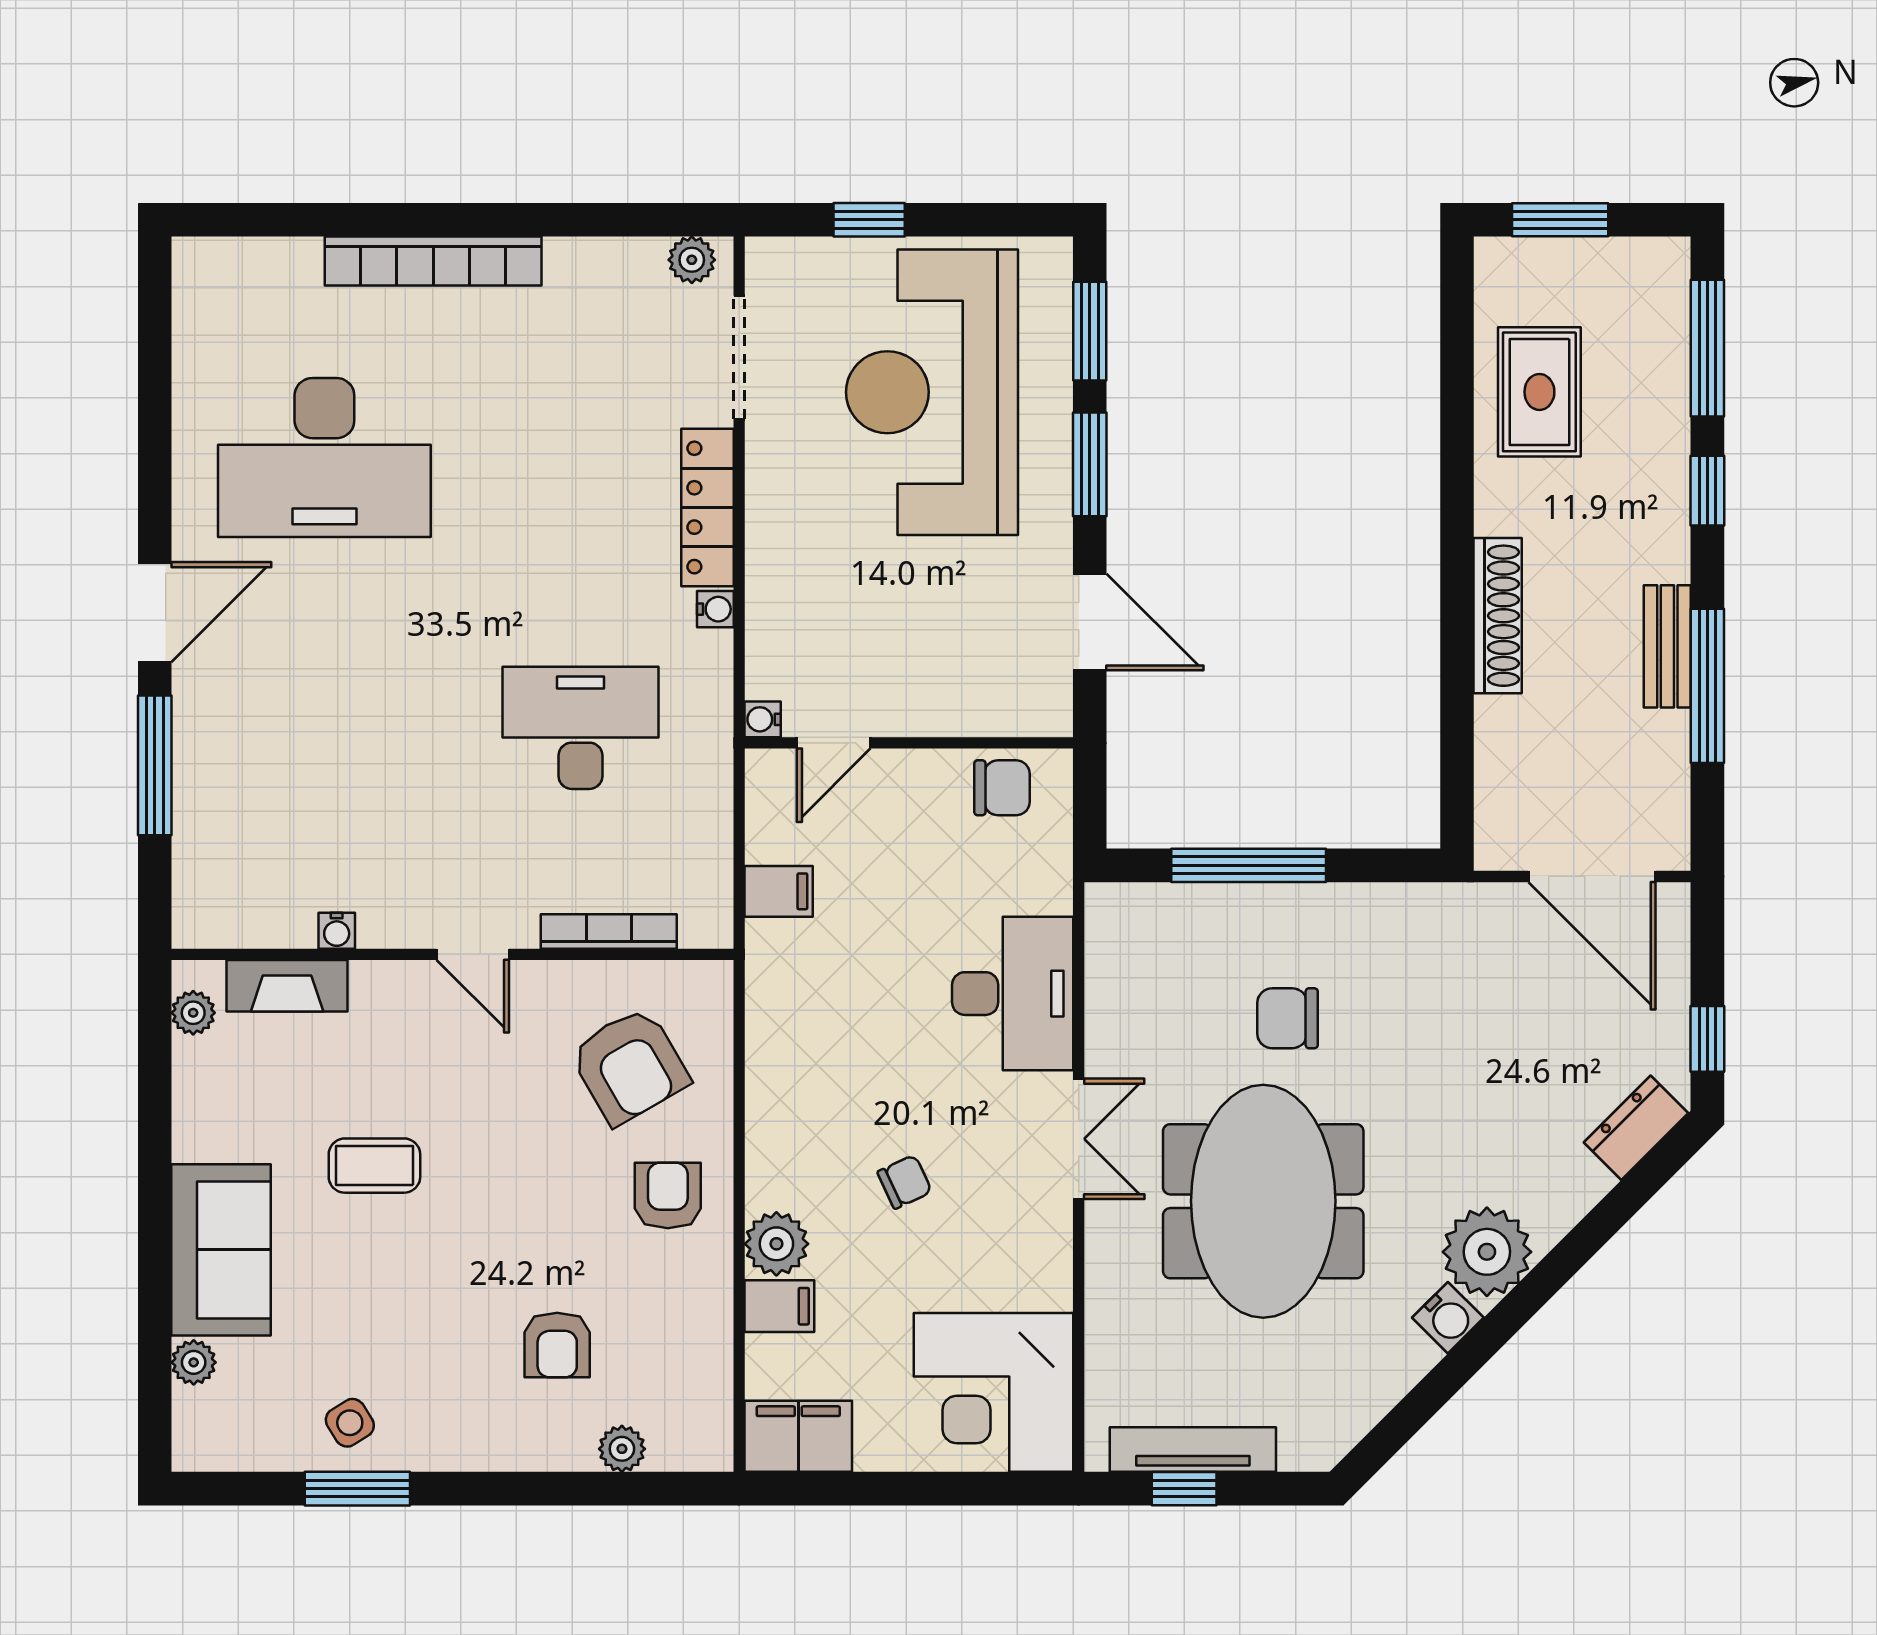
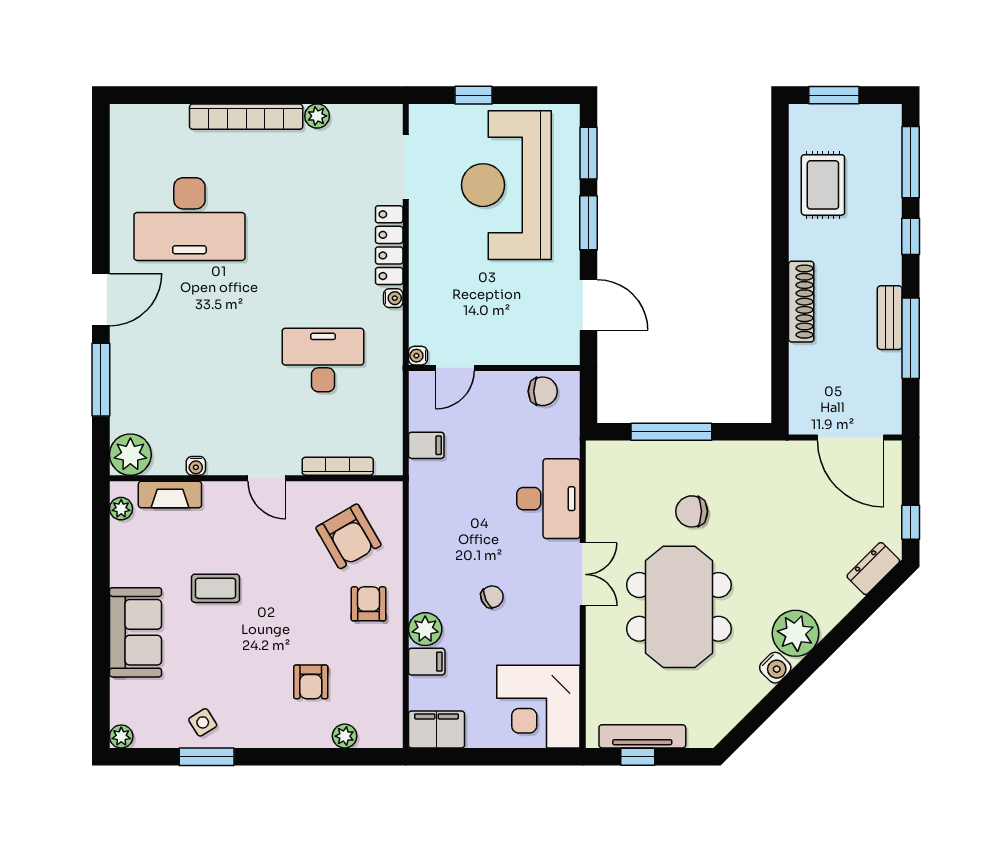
plant: (692, 260) -> (317, 116), moved
plant: (211, 909) -> (130, 455), added
plant: (194, 1362) -> (121, 736), moved

